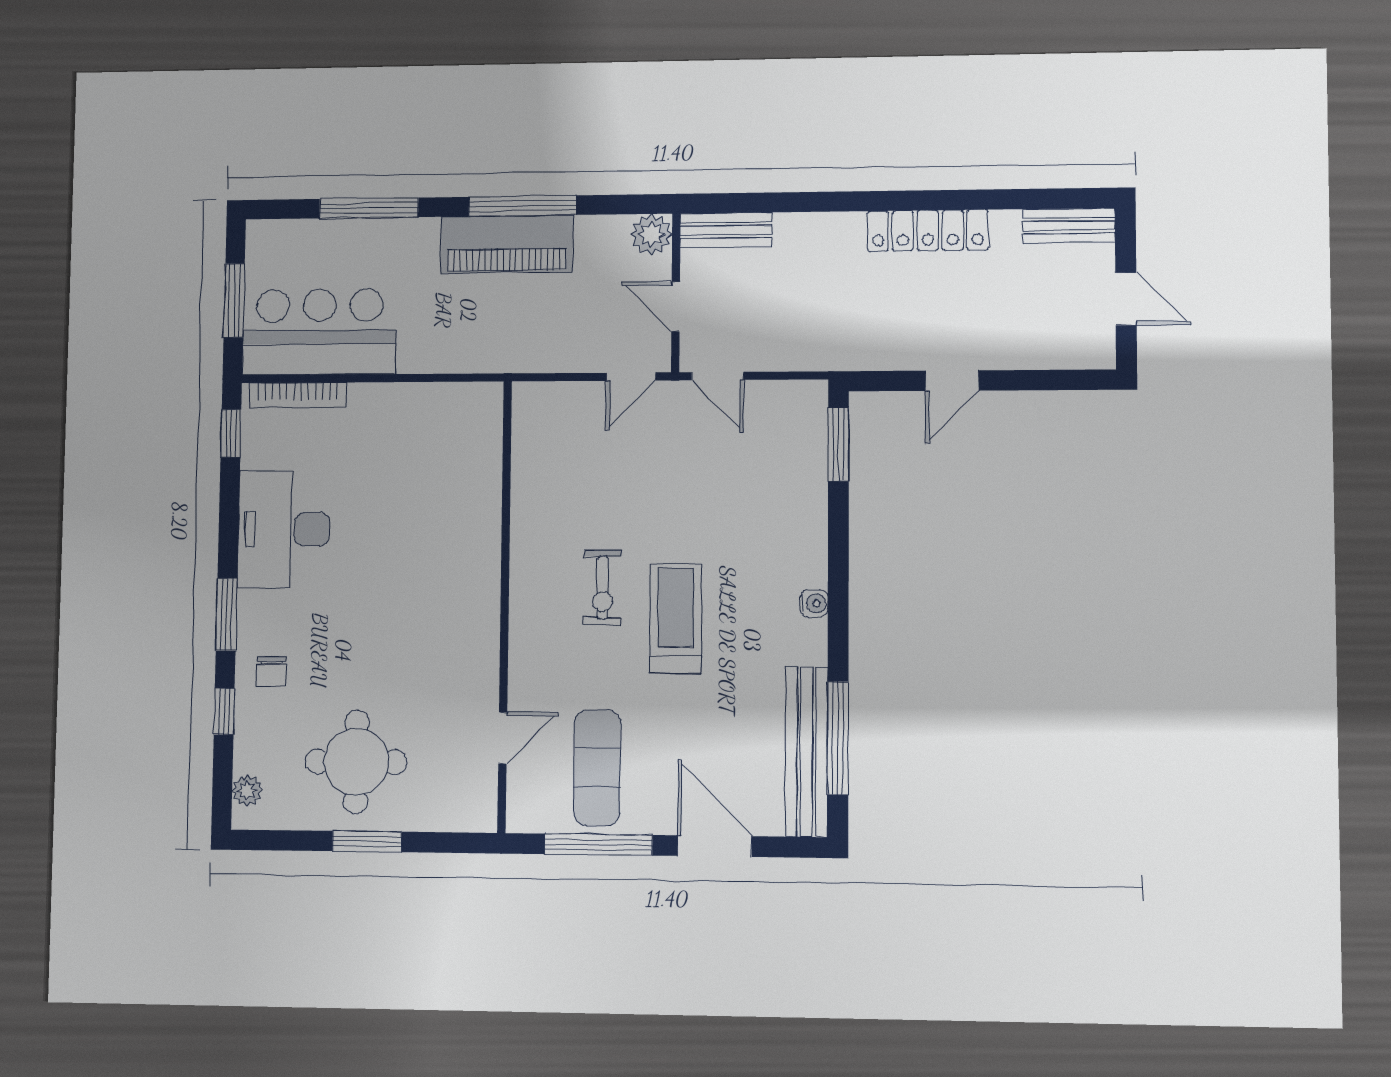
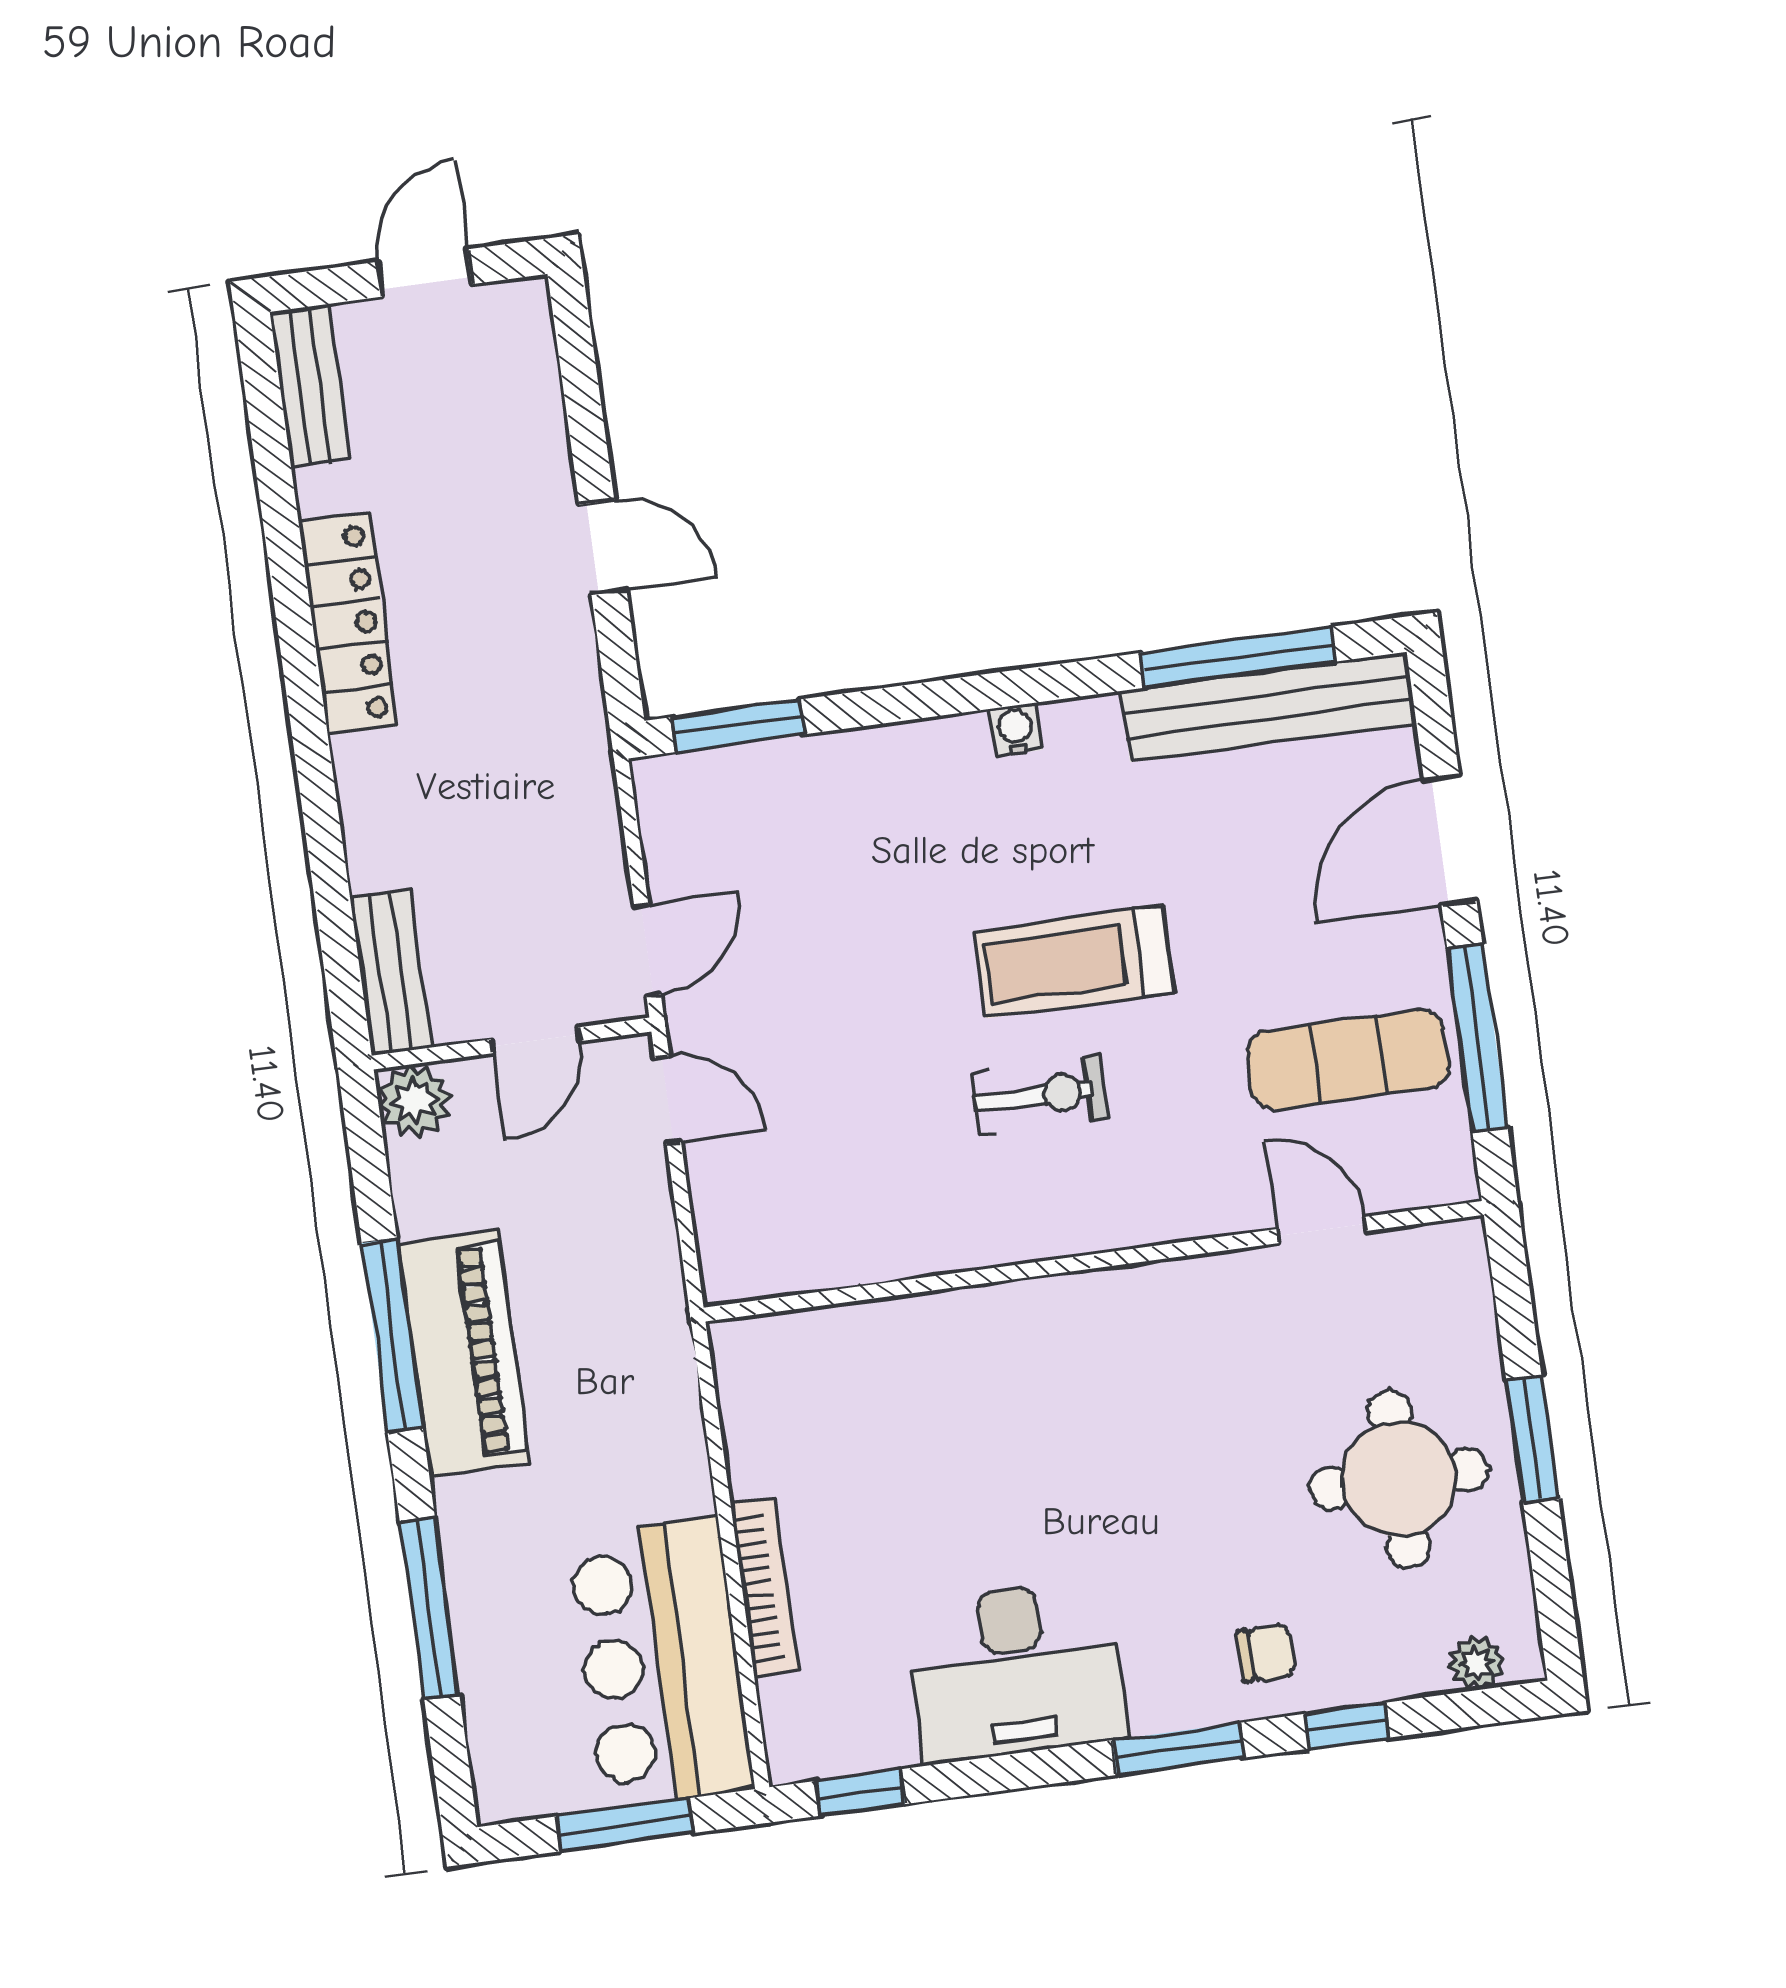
bookcase: (297, 395) -> (764, 1587), moved

